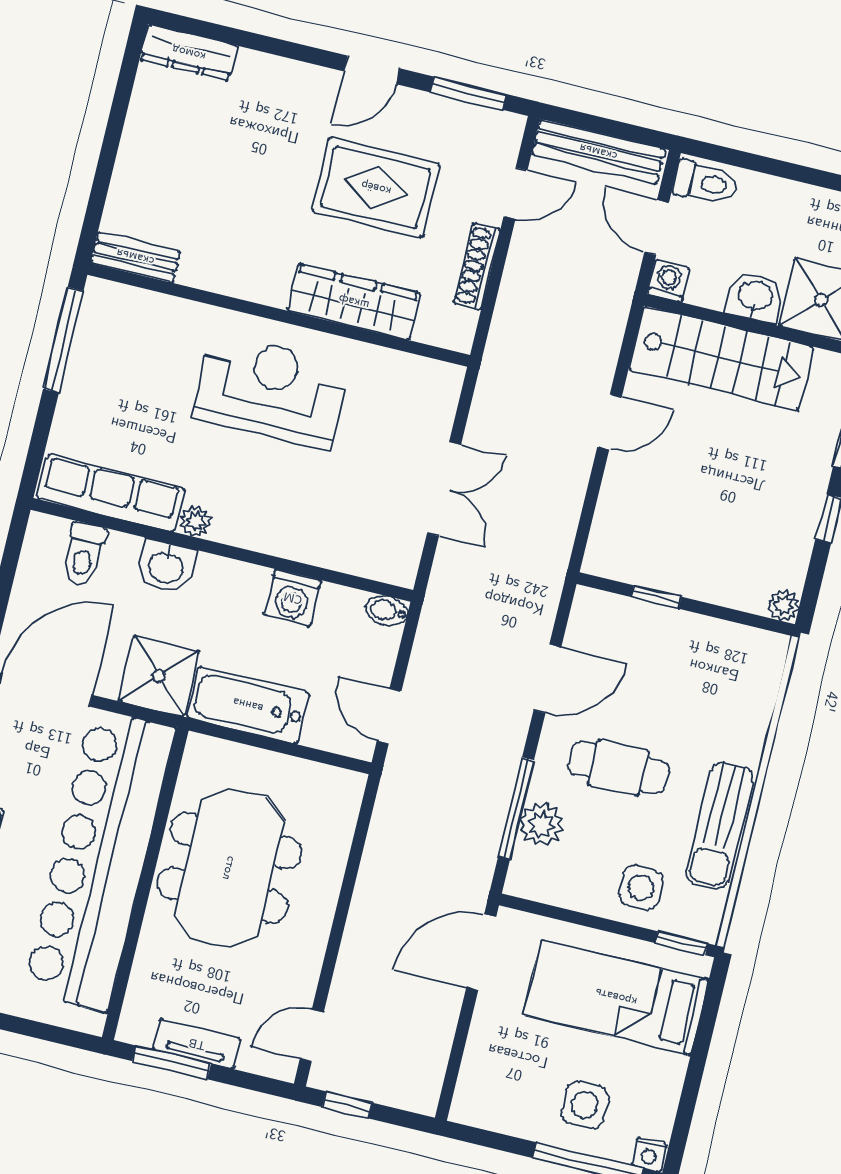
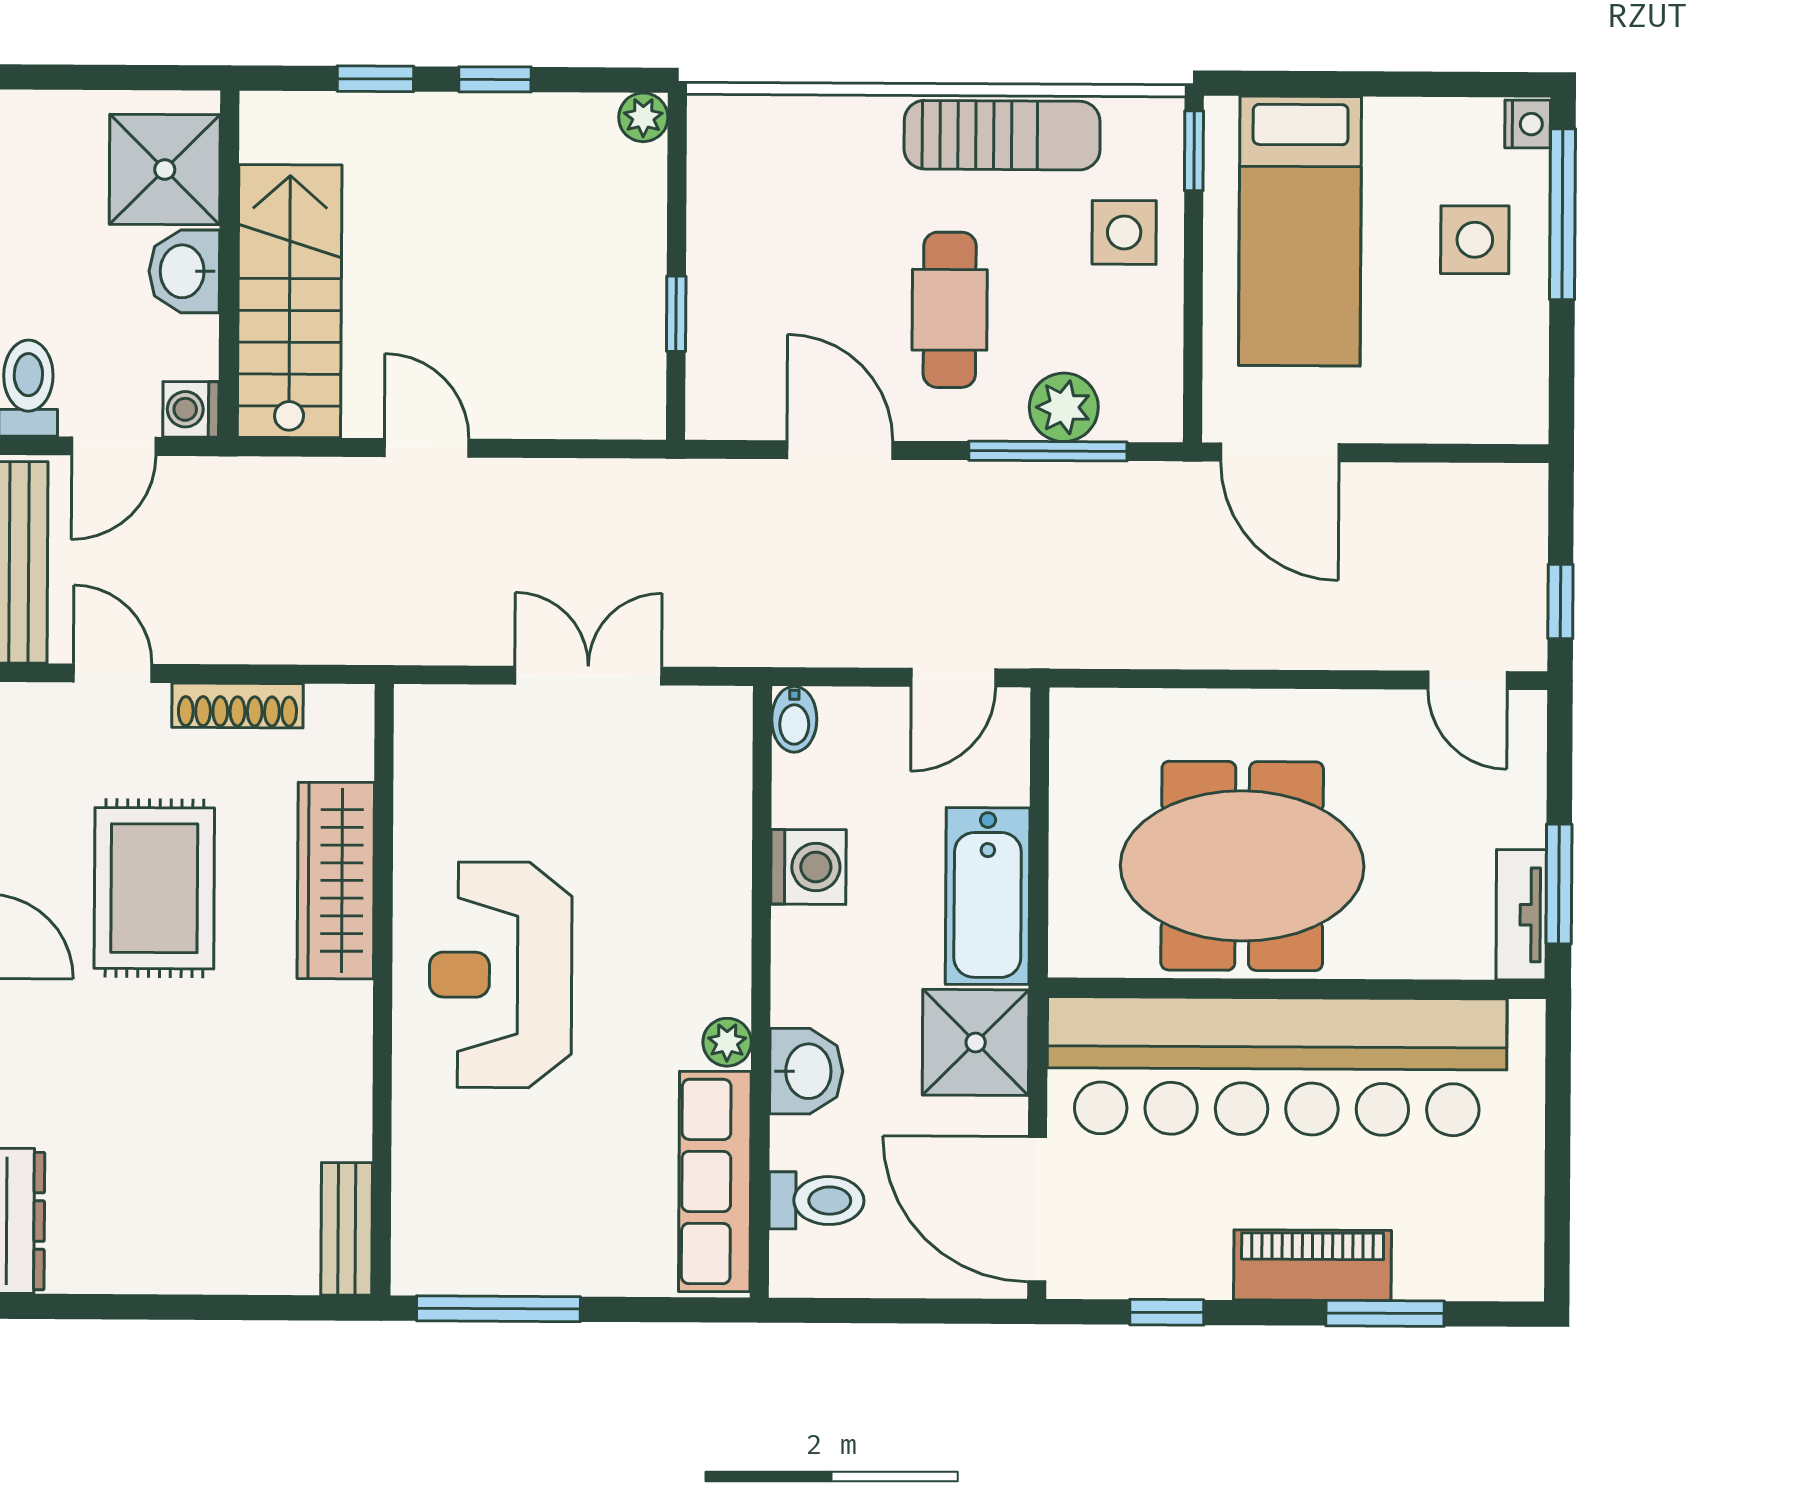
tv unit: (197, 1044) -> (1521, 915), moved

